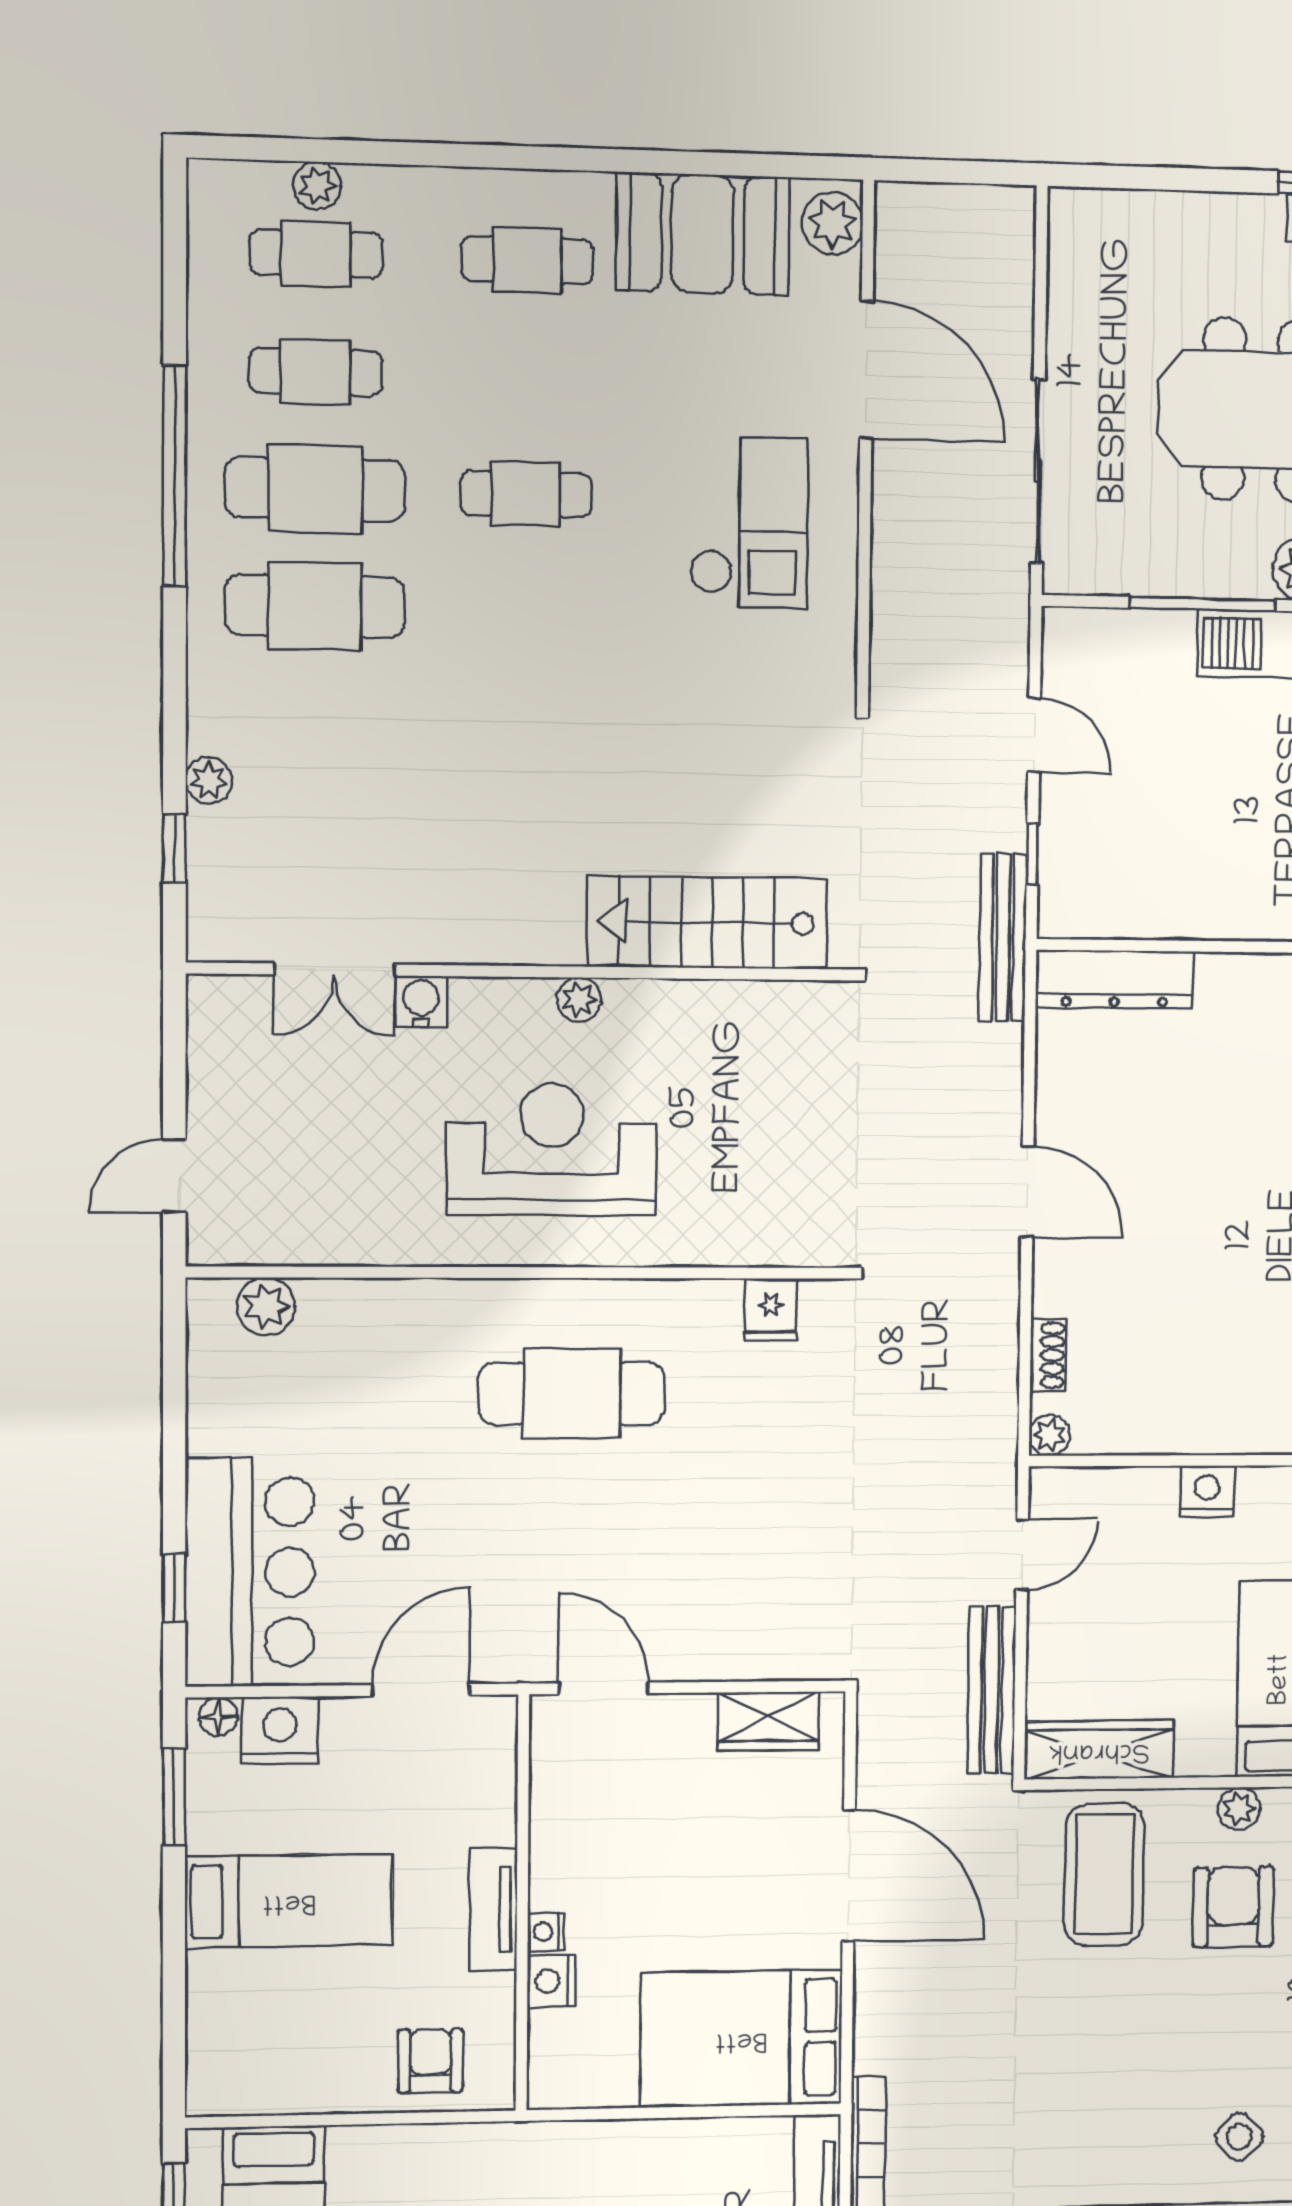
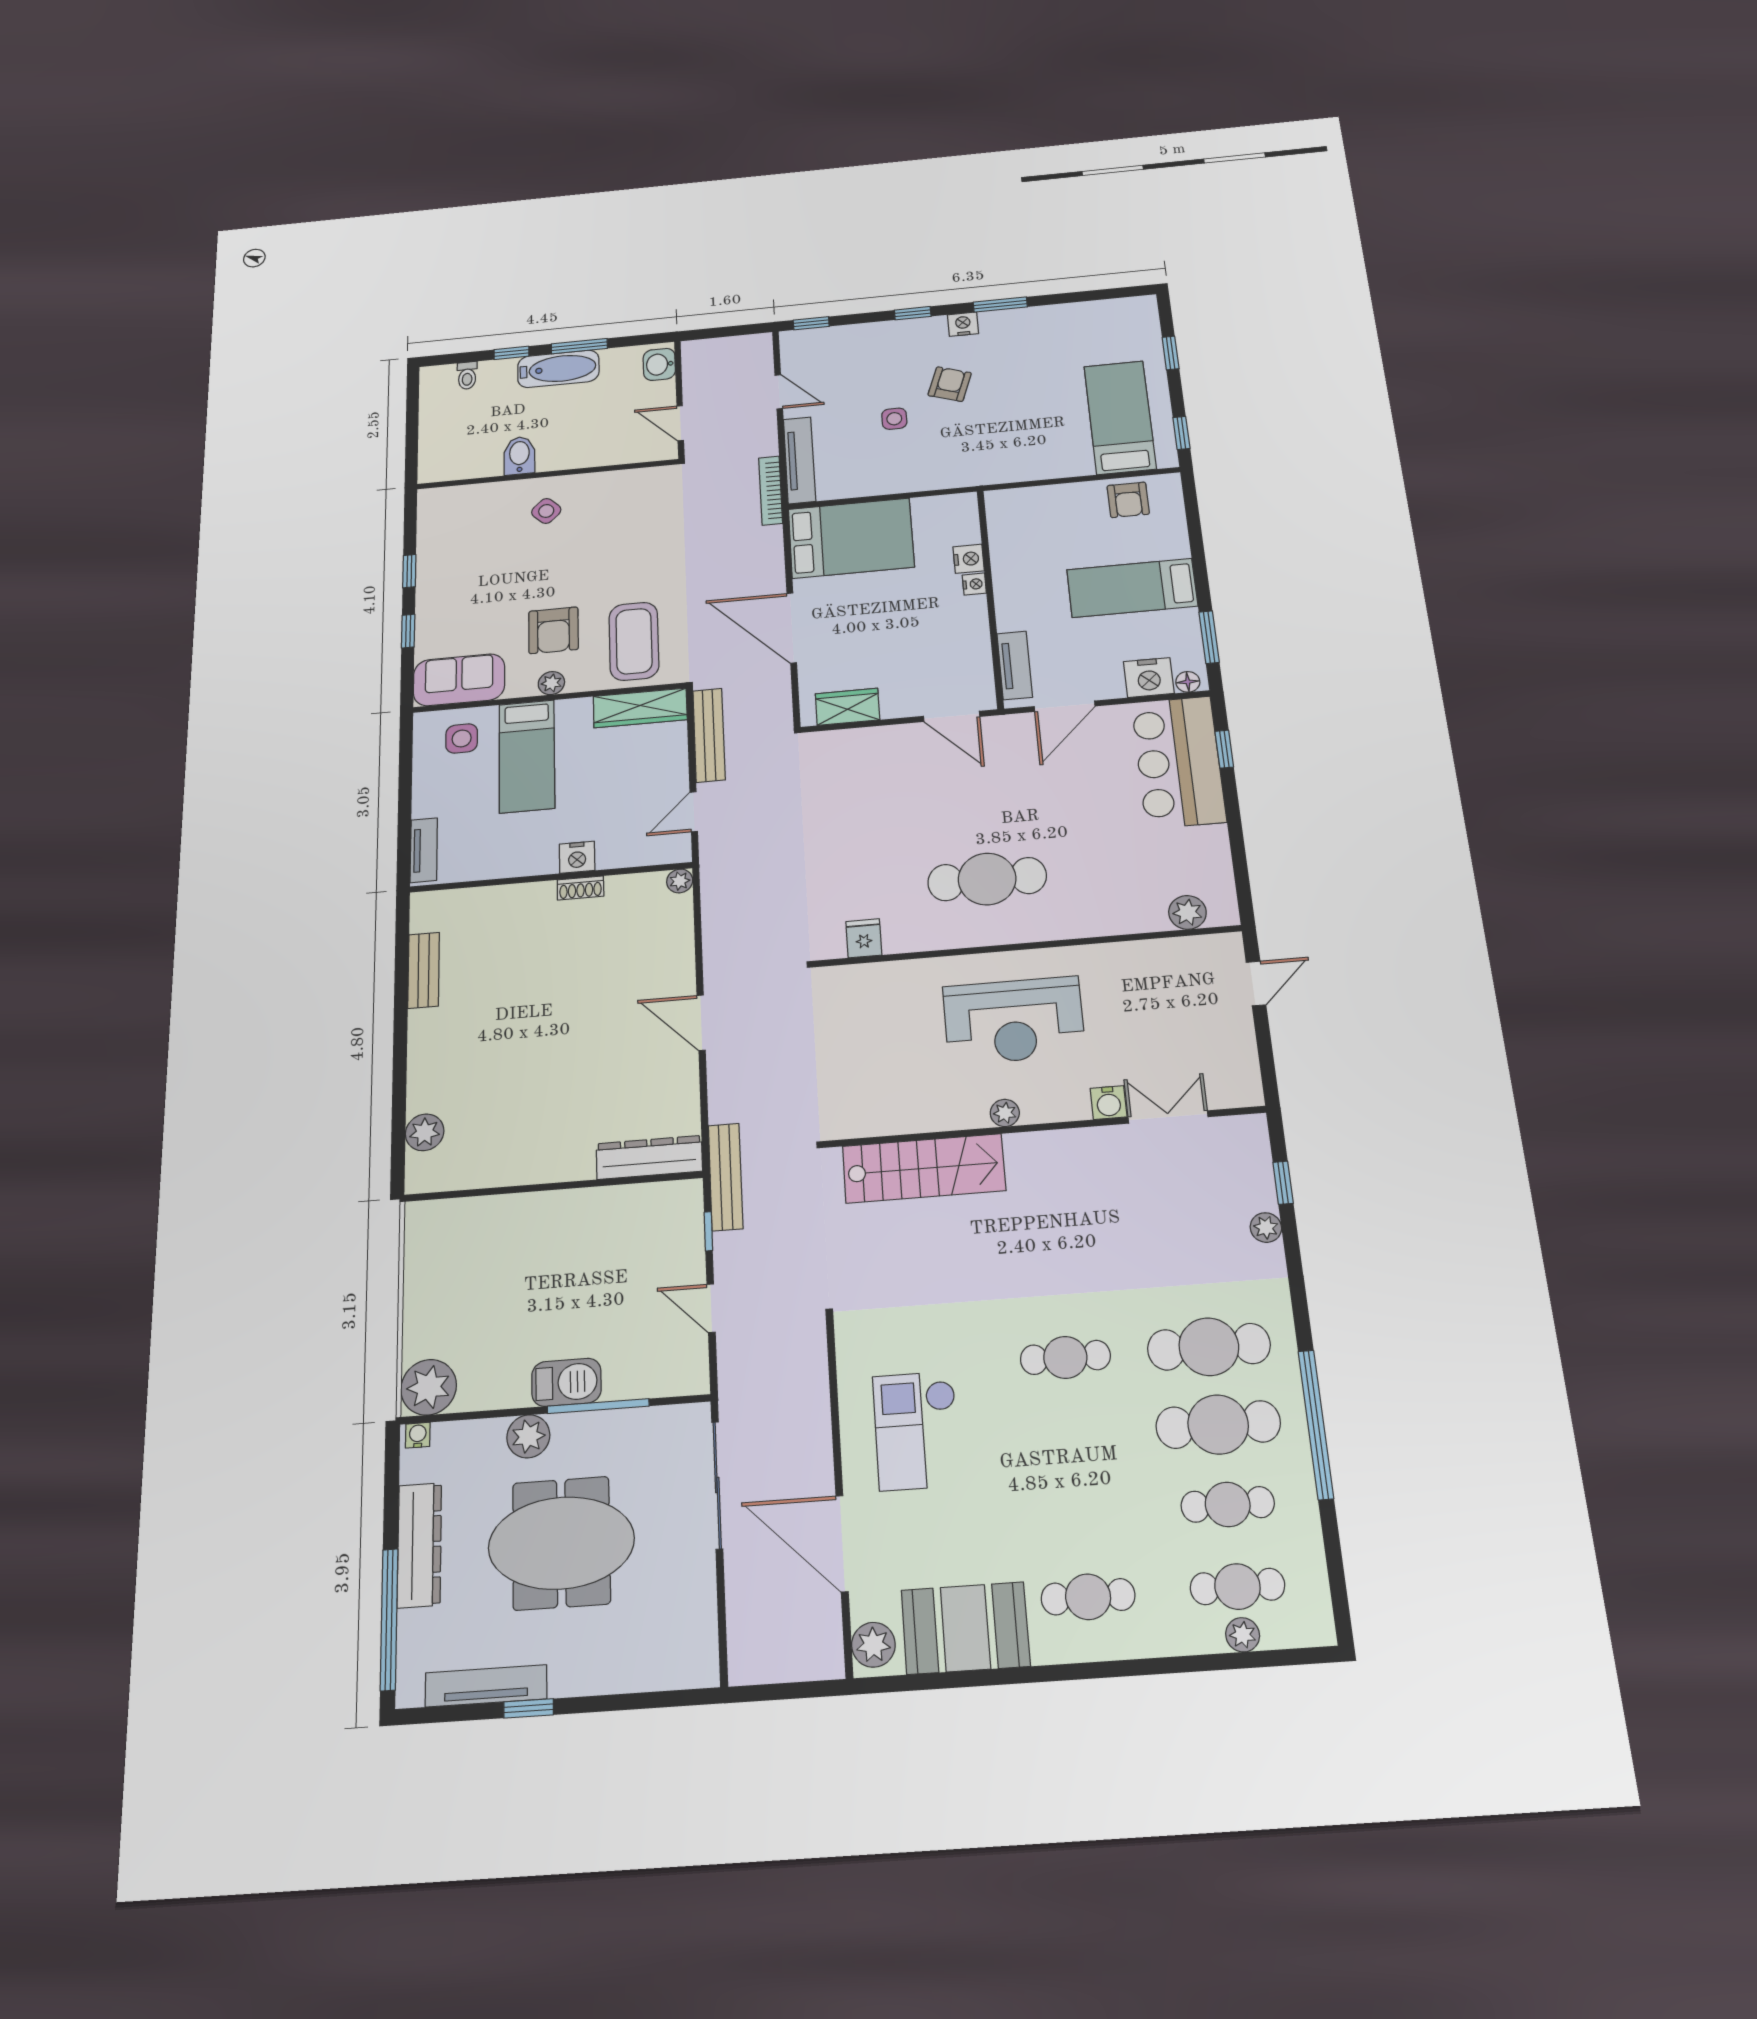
cafe table: (526, 494) -> (1065, 1357), moved
shoe rack: (1048, 1355) -> (580, 888), moved, turned -90
tv unit: (493, 1909) -> (1015, 665), moved
armchair: (430, 2061) -> (1128, 500), moved

